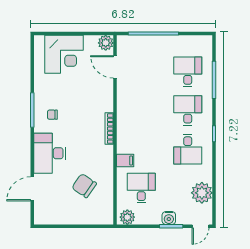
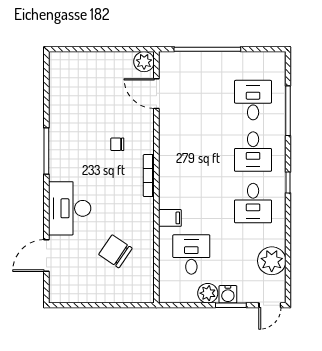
corner desk: (64, 54) -> (89, 77), removed
desk: (188, 111) -> (253, 152), turned 180
chair: (52, 115) -> (117, 144), moved
plant: (127, 217) -> (208, 293), moved

